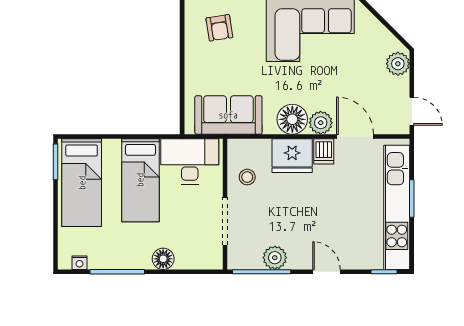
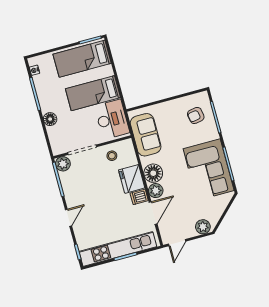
plant: (275, 258) -> (63, 164), moved

